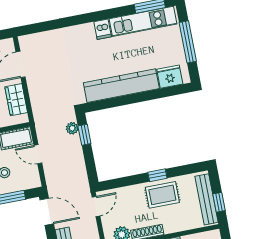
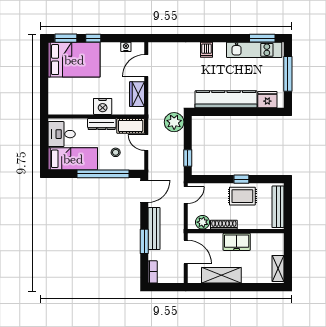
dishwasher: (103, 29) -> (206, 50), moved
plant: (72, 128) -> (174, 122), width x1.88, depth x1.88
window: (84, 135) -> (188, 158), moved
window: (219, 202) -> (288, 211), removed
door: (47, 212) -> (144, 191), hinge flipped

